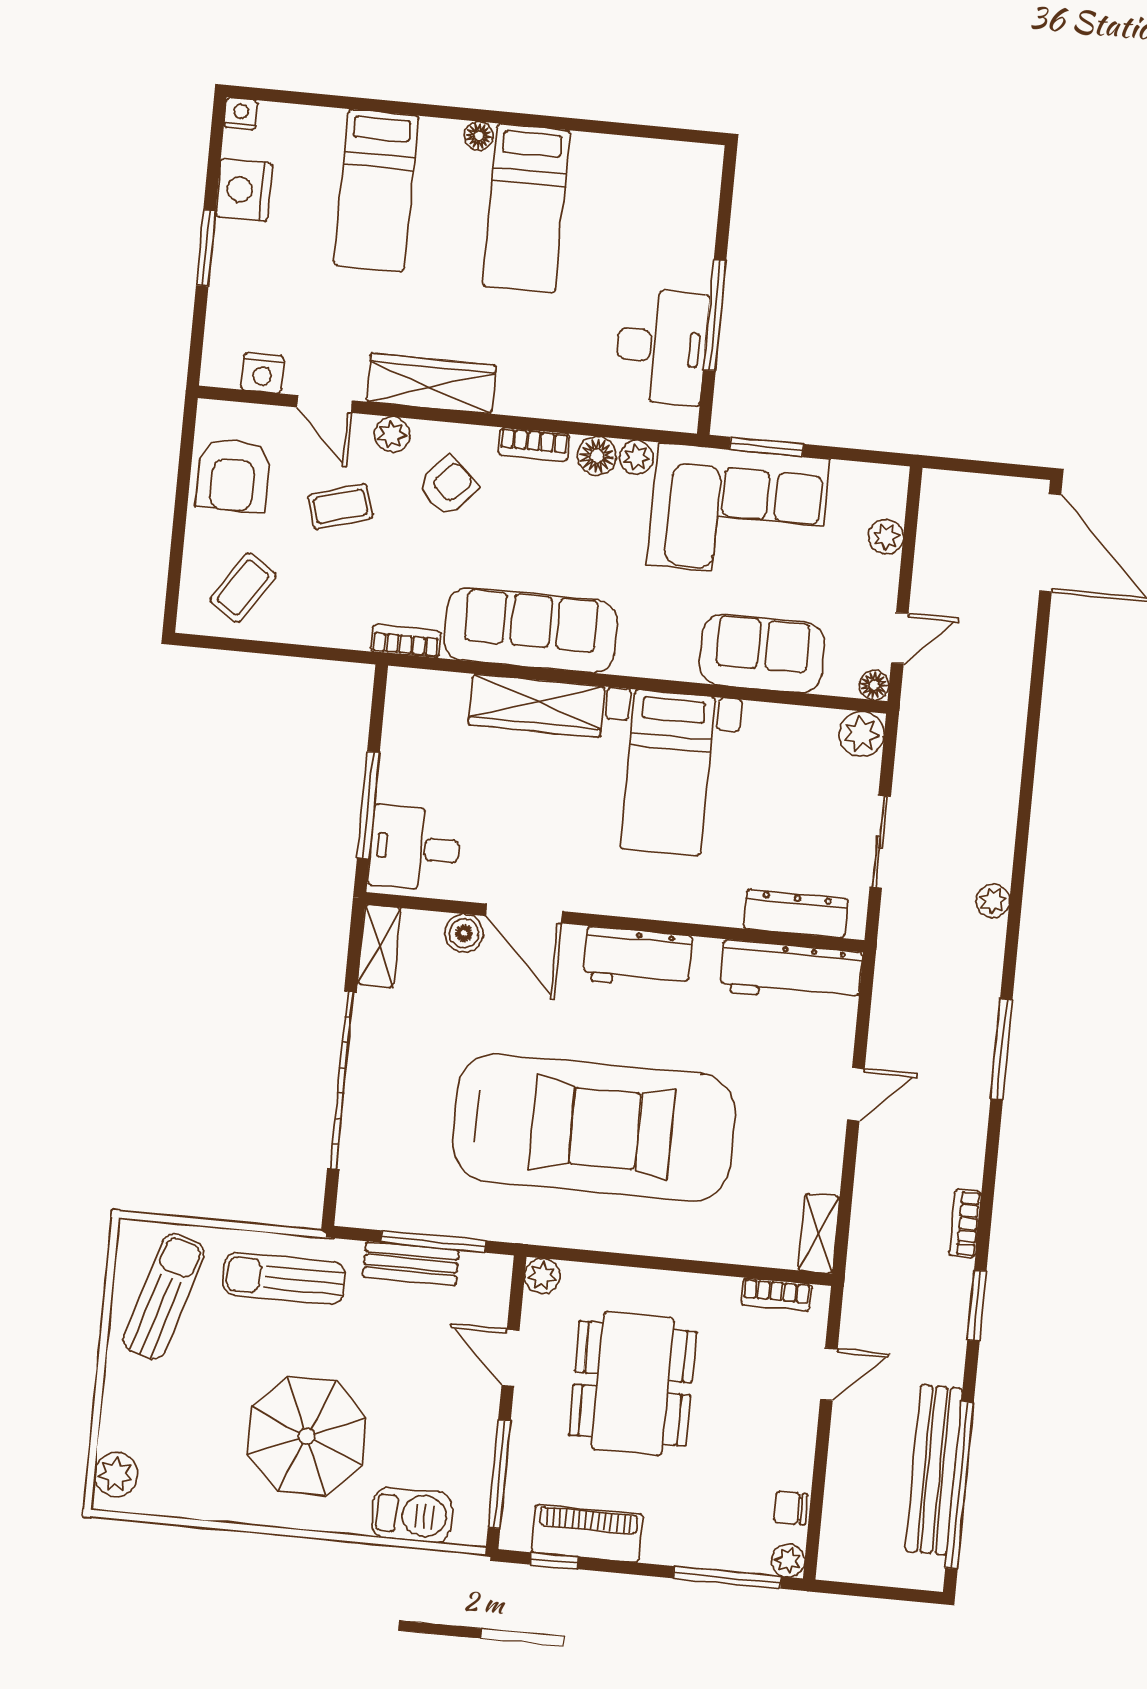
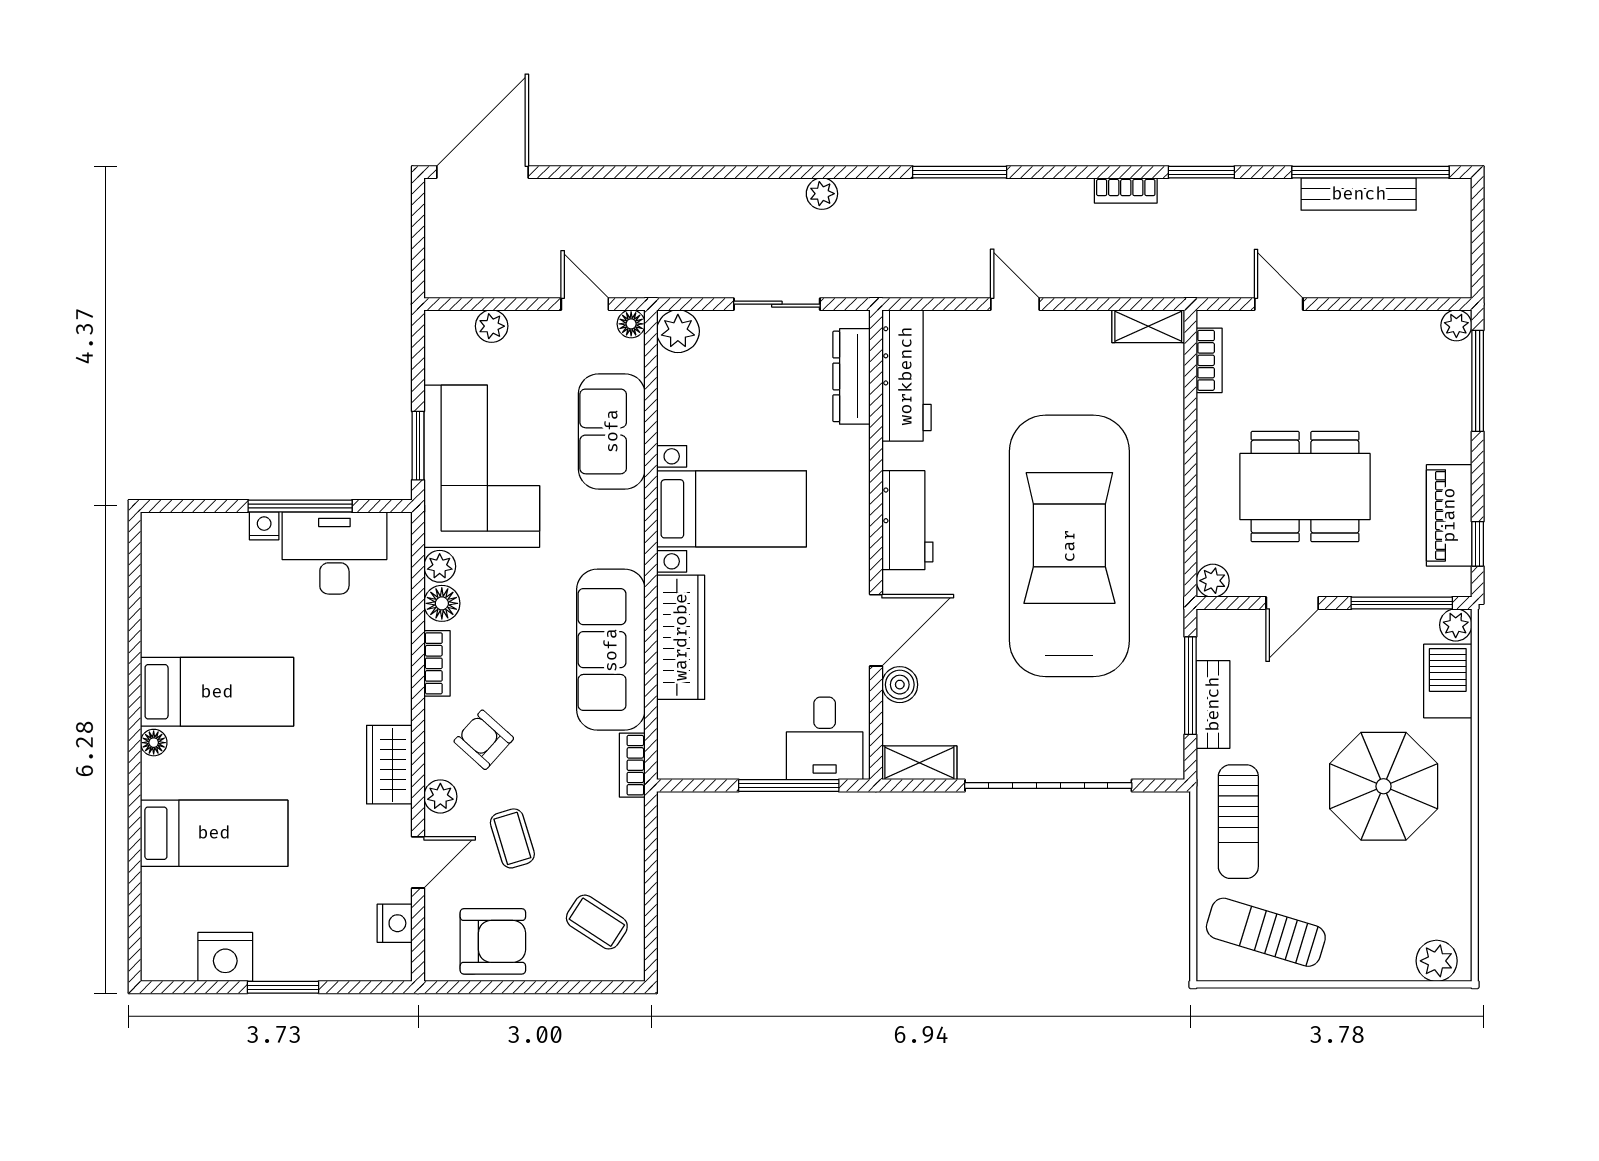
nightstand: (241, 114) -> (264, 526), moved, turned 90
wardrobe: (431, 384) -> (389, 765), width x0.67
bench: (934, 1470) -> (1359, 194), width x0.73, depth x0.82
chair: (791, 1508) -> (1407, 328), removed
plant: (470, 1529) -> (1456, 625), added

